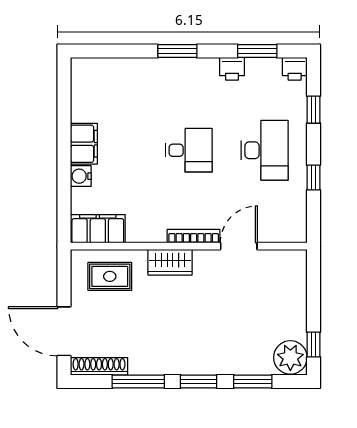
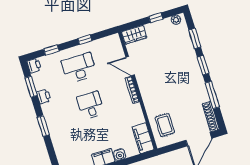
wardrobe: (170, 262) -> (134, 35), moved, turned 90
window: (314, 345) -> (156, 18), moved
plant: (290, 357) -> (176, 20), width x0.53, depth x0.53

